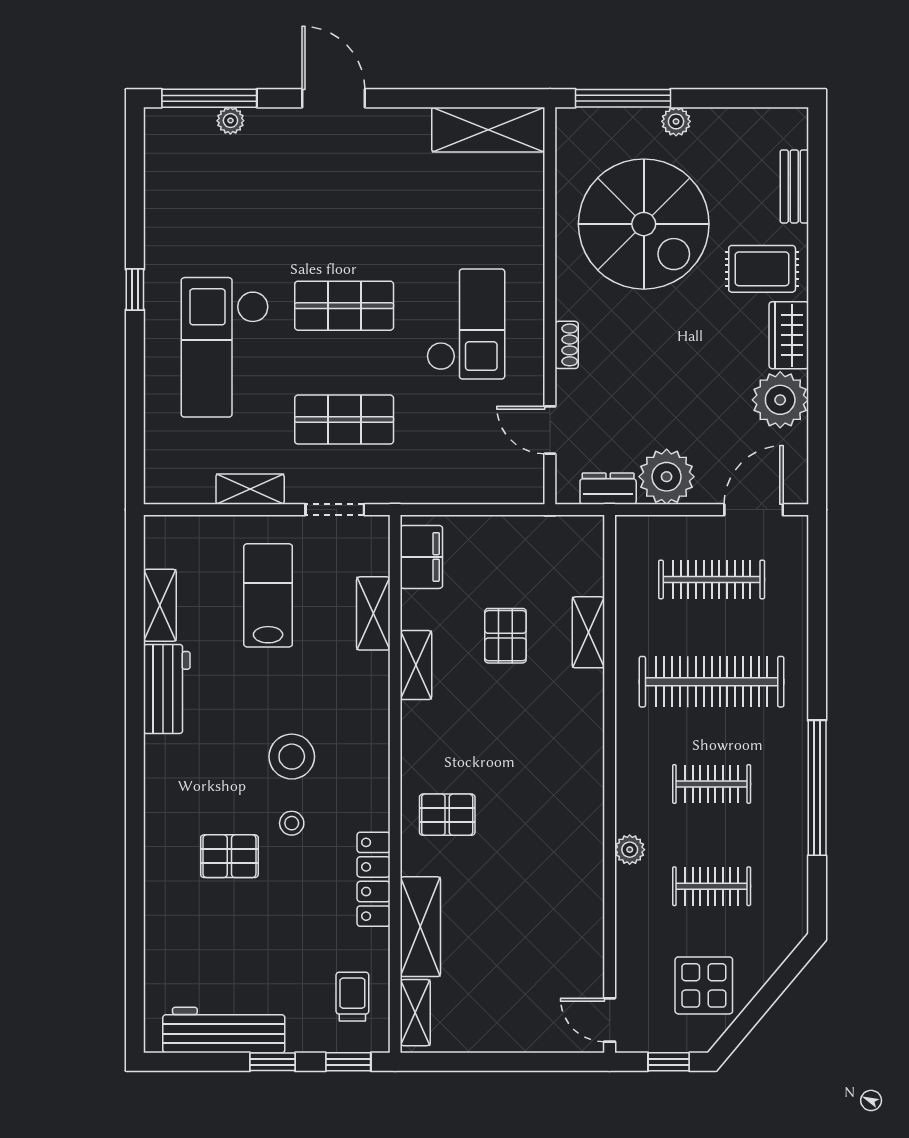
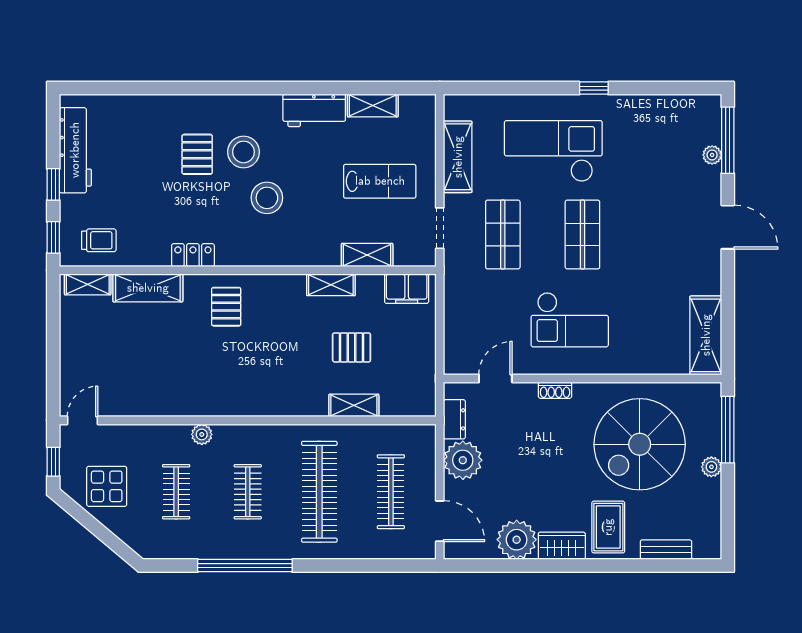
door: (333, 98) -> (728, 227), hinge flipped
shelving: (250, 489) -> (458, 157), width x1.50, depth x1.33
stool: (292, 823) -> (244, 152), moved, width x1.89, depth x1.89
locker: (374, 879) -> (193, 255), width x0.66

